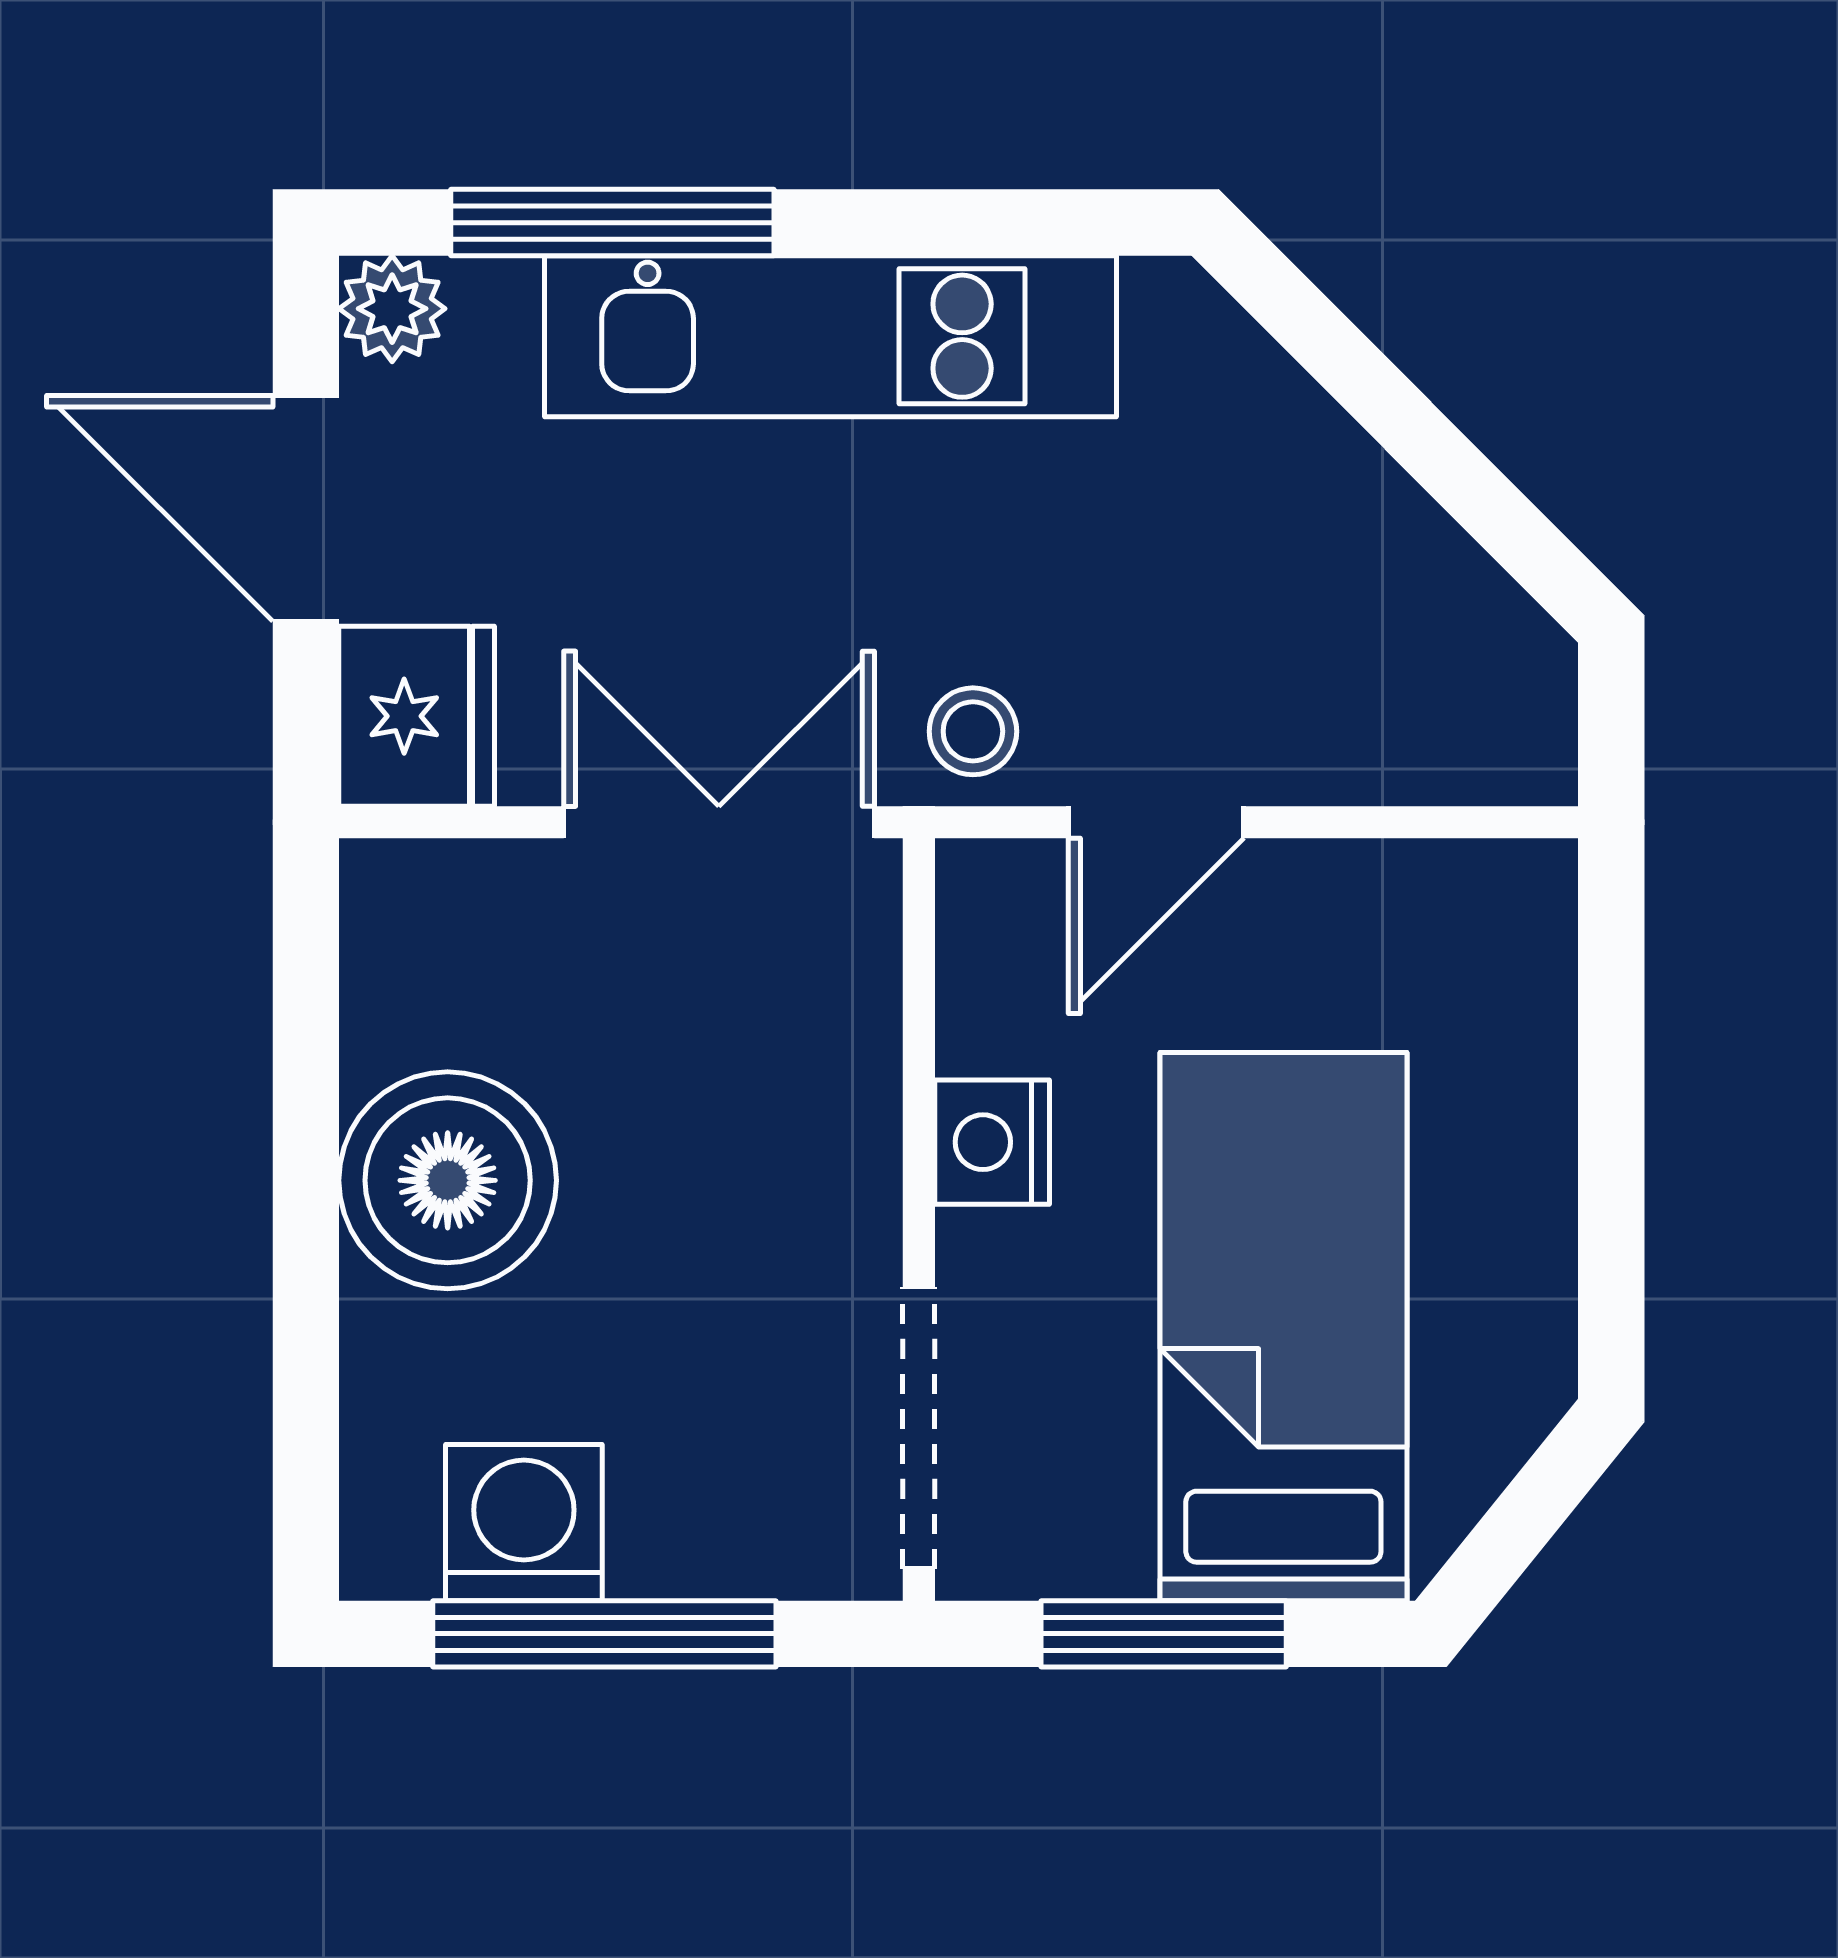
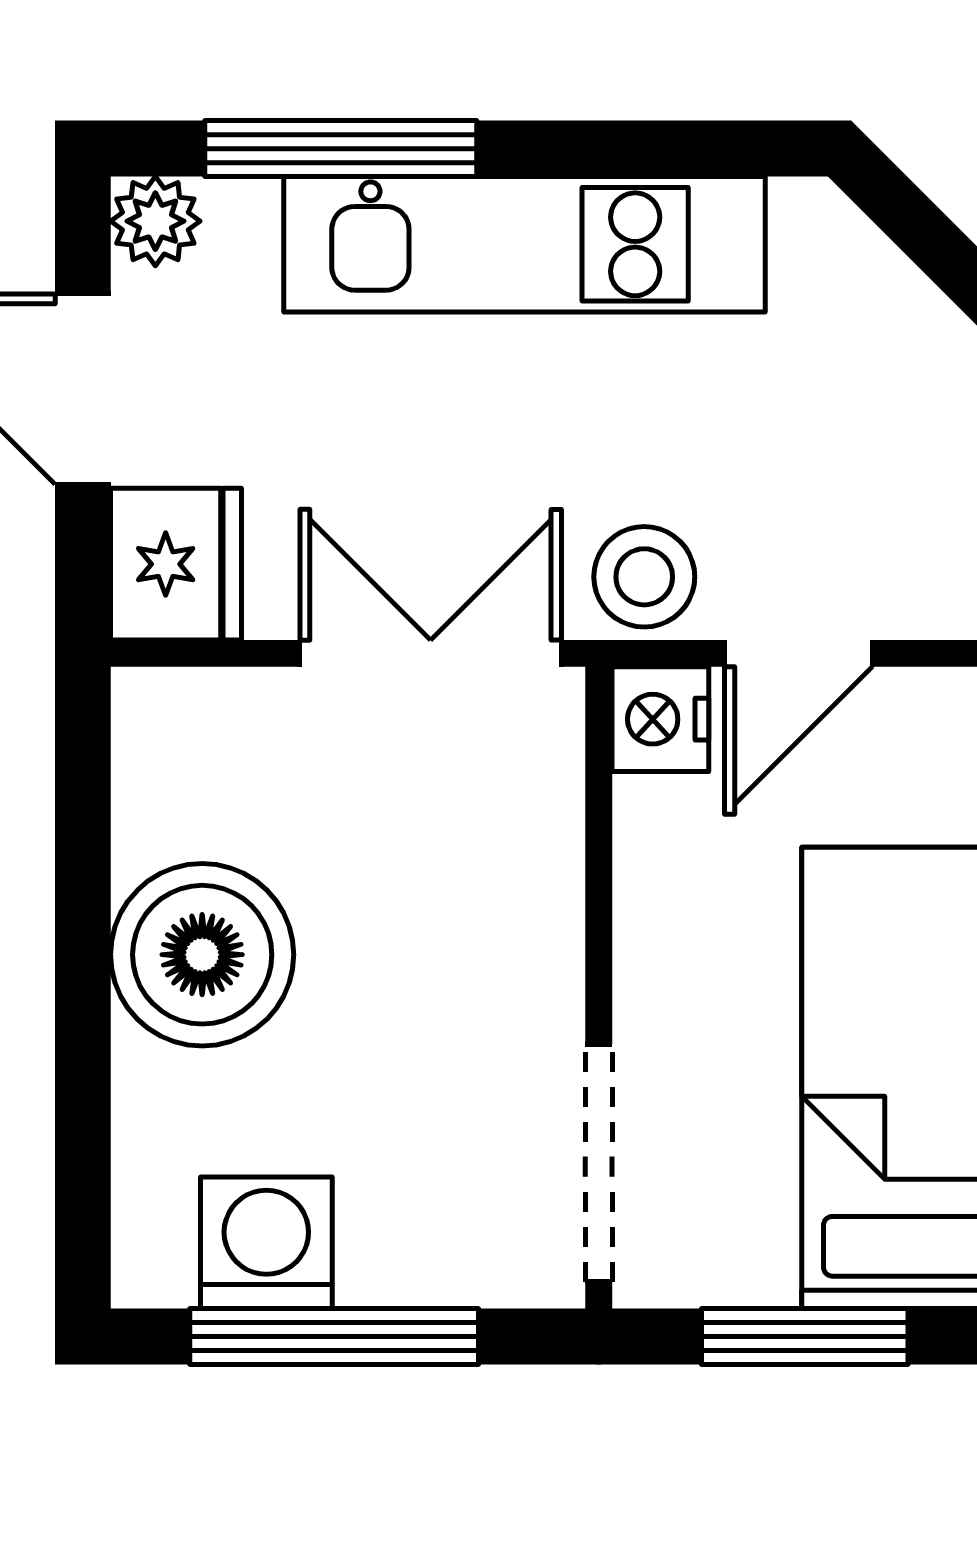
stool: (973, 731) -> (644, 577), width x1.37, depth x1.37
nightstand: (992, 1142) -> (660, 719), moved

